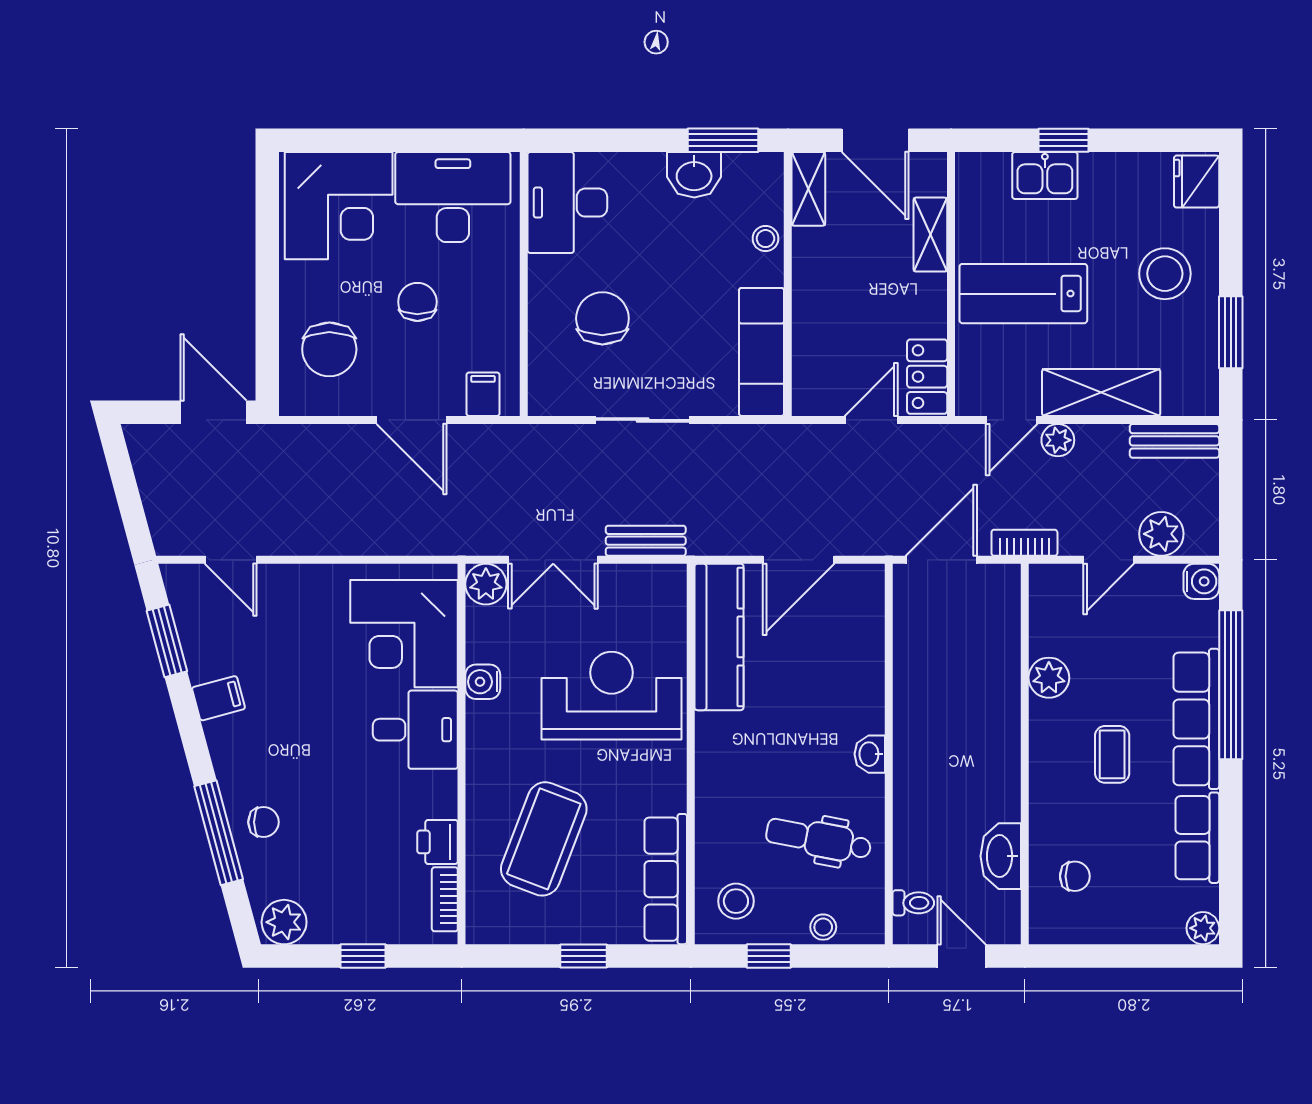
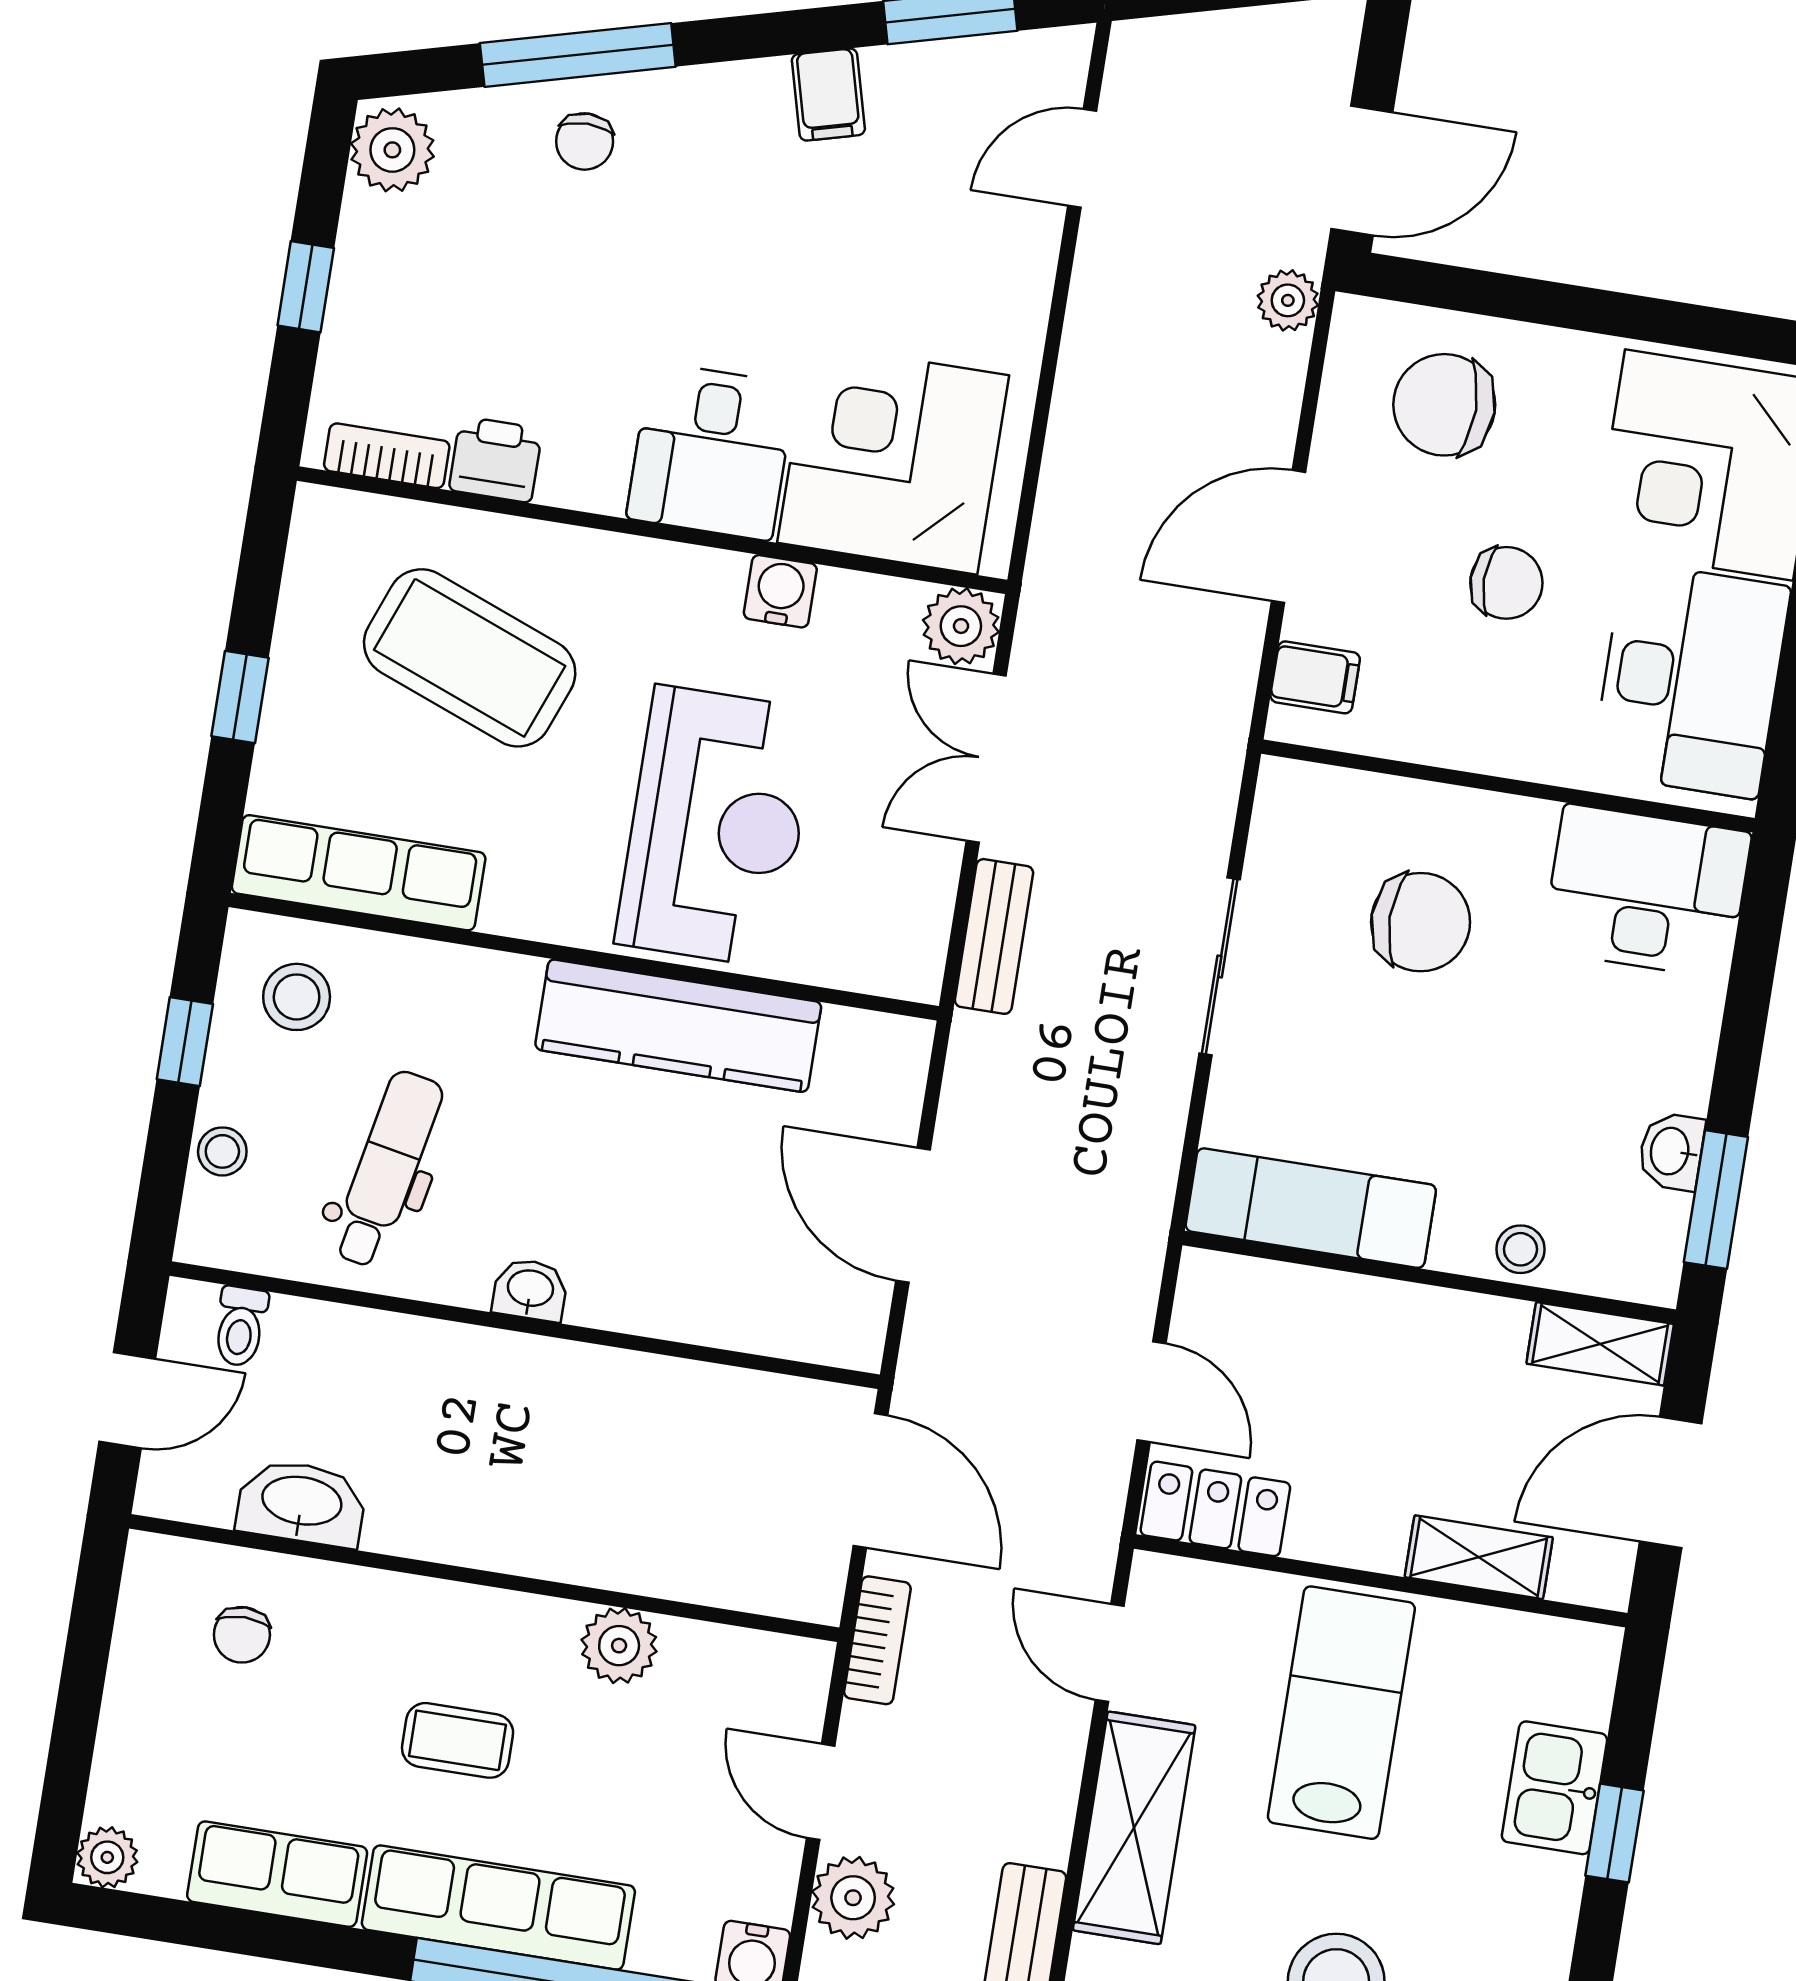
washbasin: (694, 175) -> (1671, 1151), width x0.72, depth x0.69
plant: (1058, 440) -> (1288, 300), moved
kitchen counter: (719, 637) -> (678, 1026), moved

